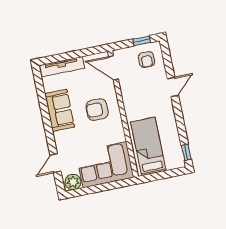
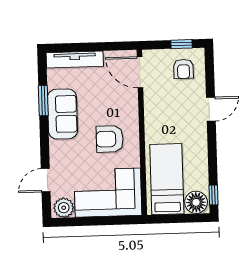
window: (43, 103) -> (43, 101), added
armchair: (97, 110) -> (110, 139), moved
floor lamp: (174, 160) -> (196, 202), added

